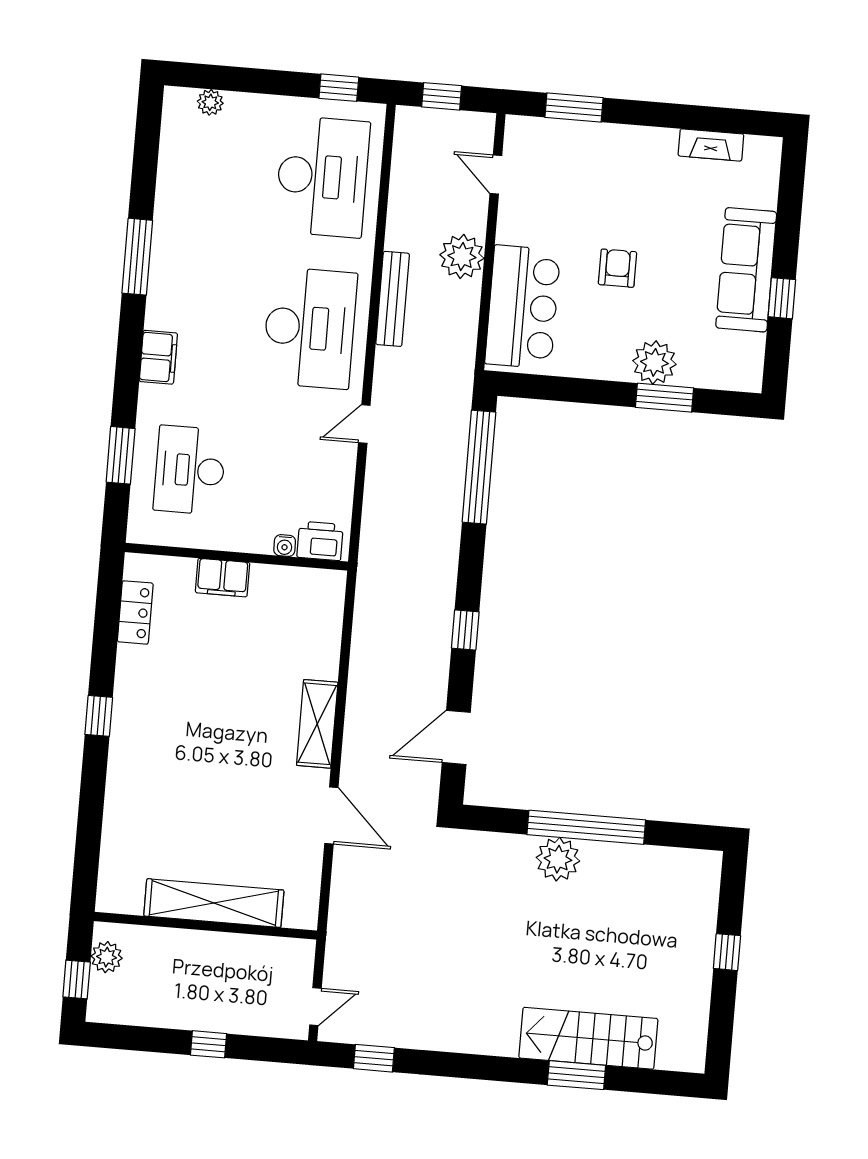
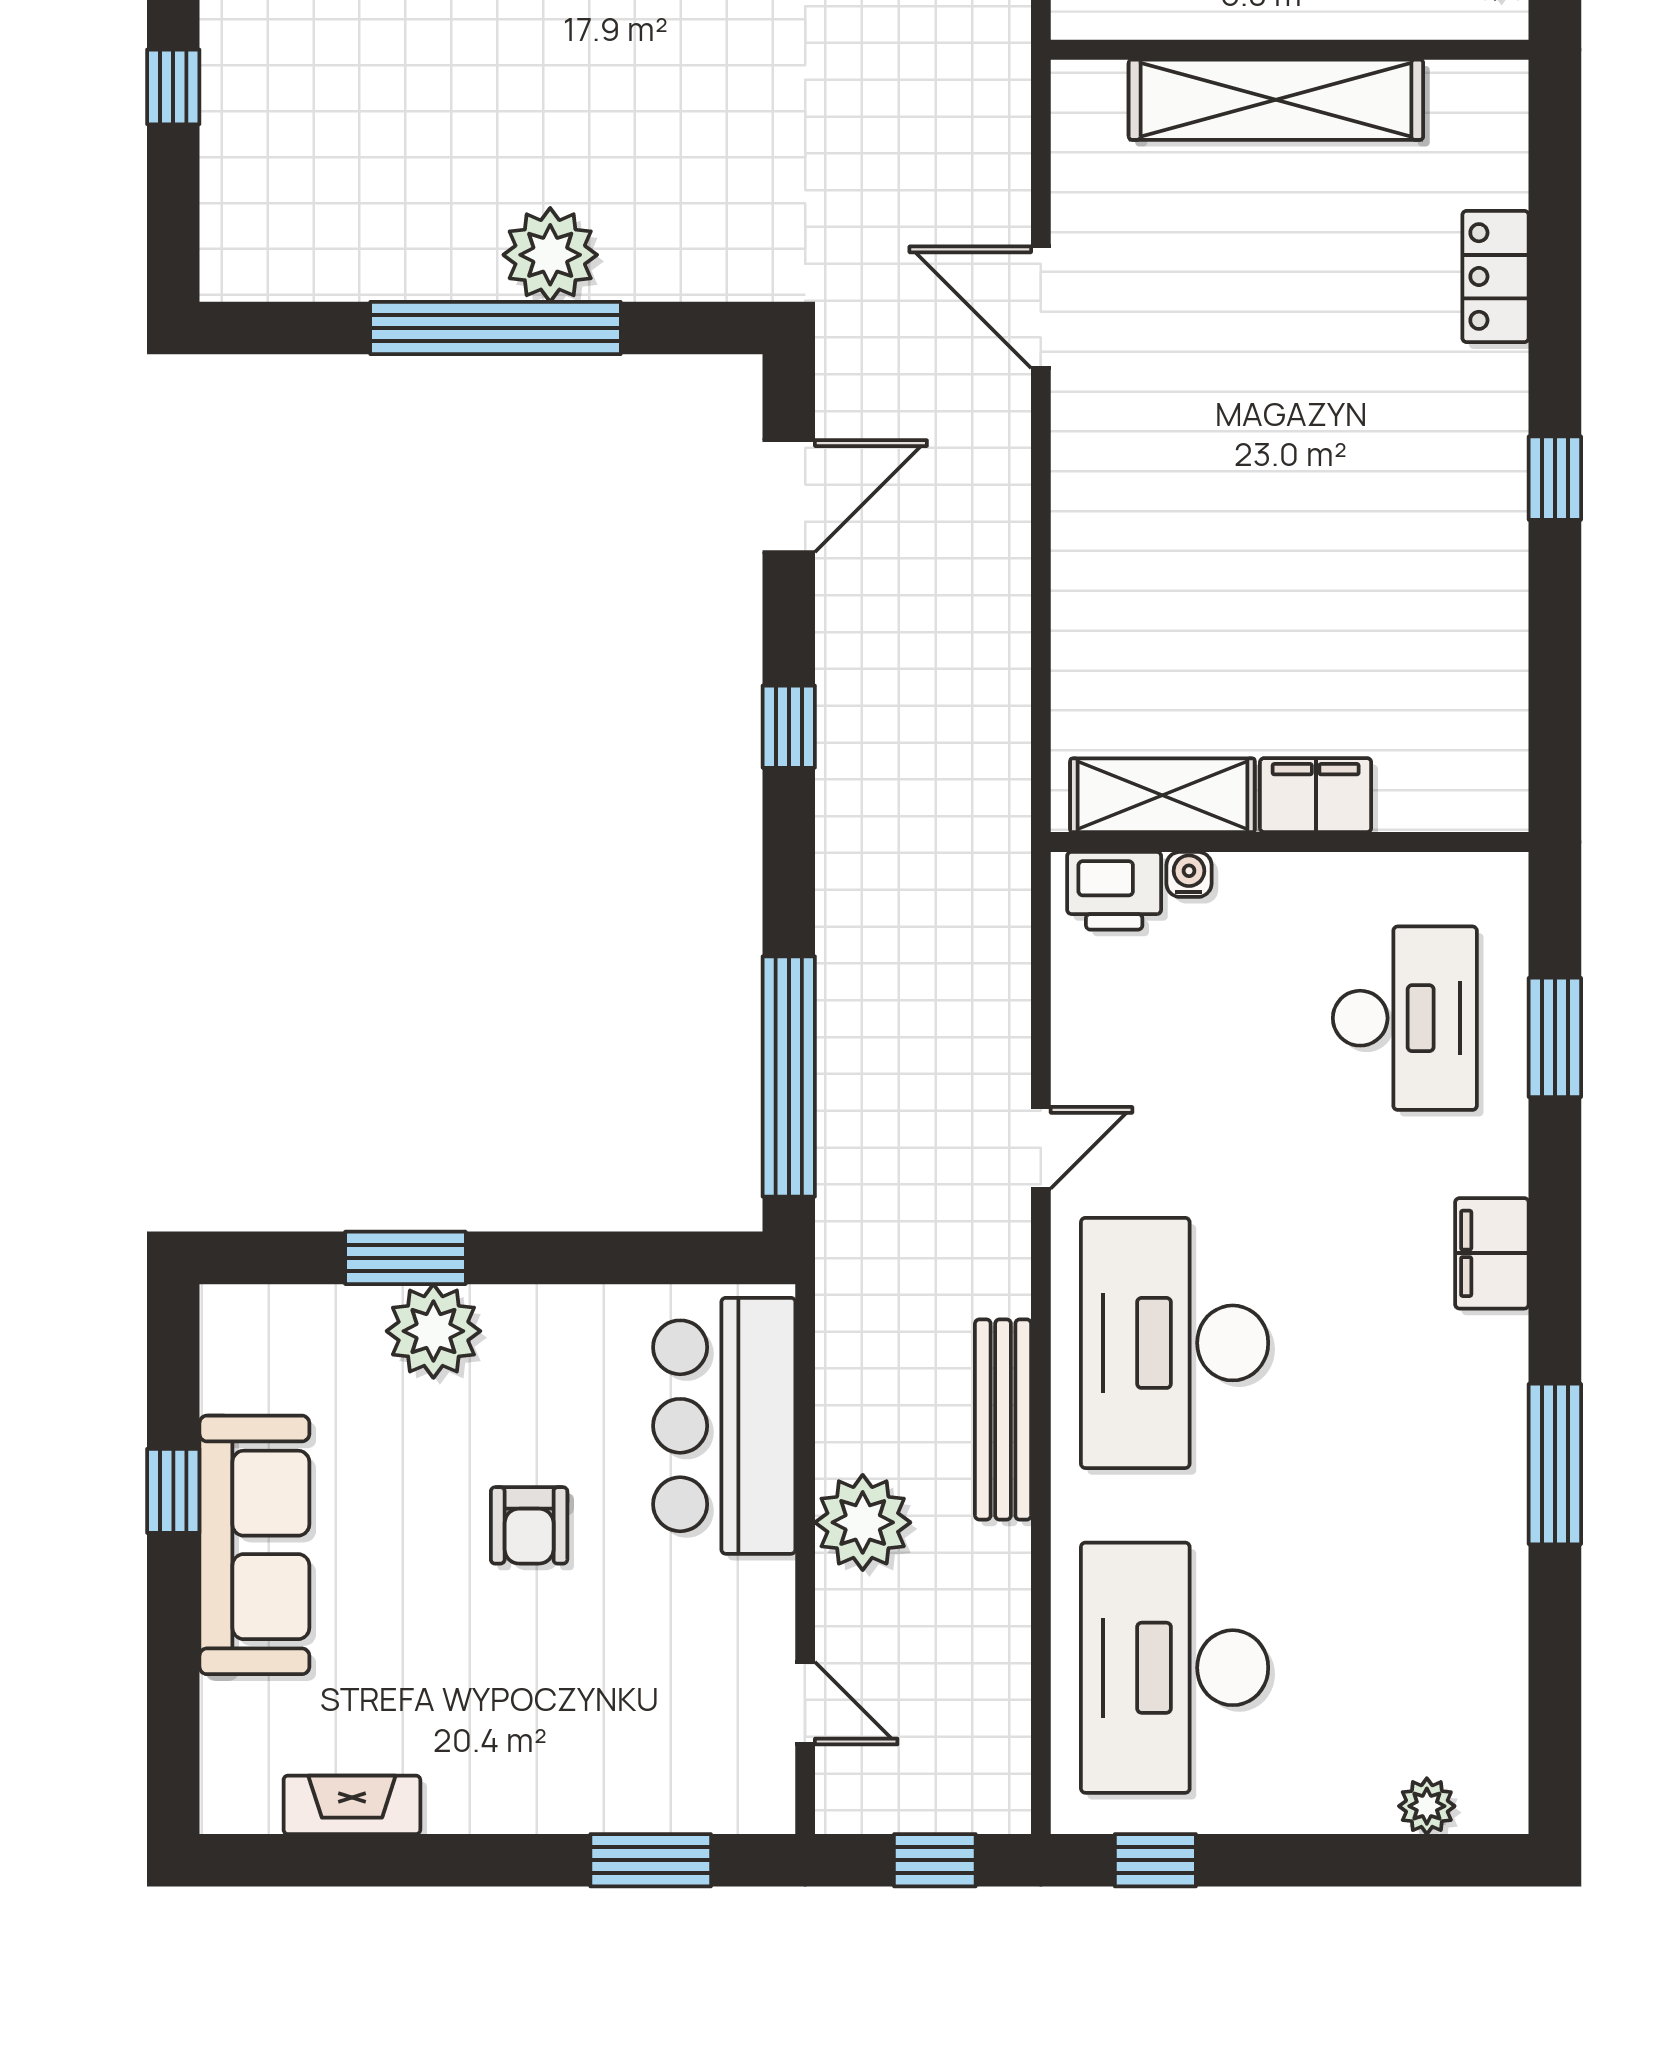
locker: (135, 612) -> (1496, 277), moved
shelving: (317, 724) -> (1162, 795), moved, turned 90

